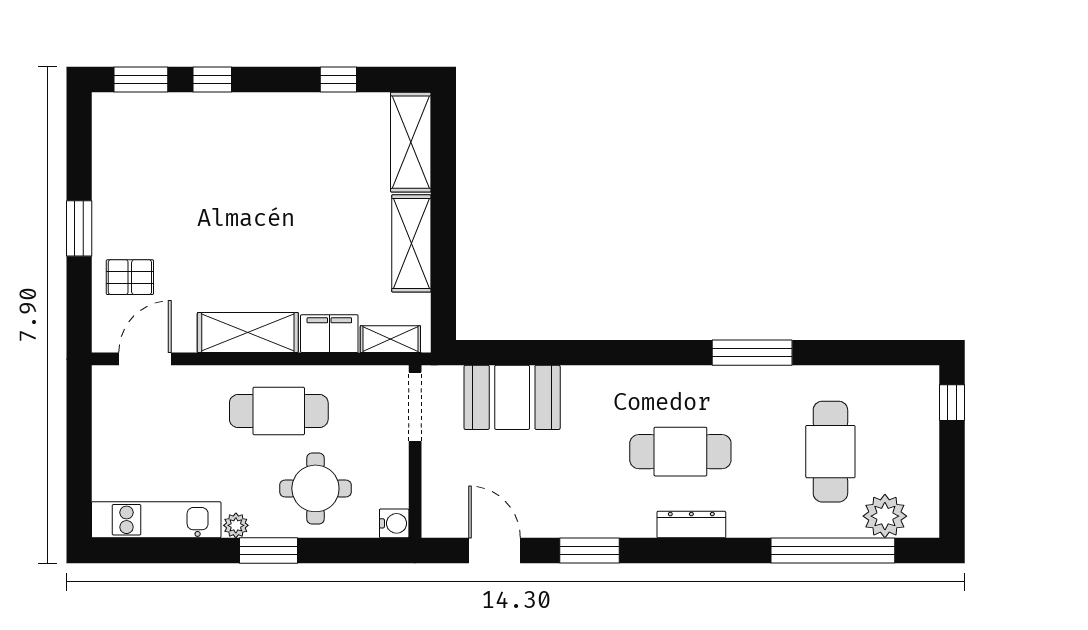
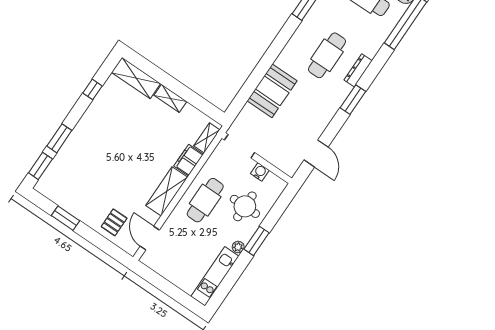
window: (212, 79) -> (59, 138), width x1.50
window: (79, 228) -> (66, 218), moved
shelving: (411, 243) -> (170, 98), width x0.67, depth x0.75
booth: (512, 397) -> (272, 91), moved
water cooler: (394, 523) -> (260, 172), moved
door: (494, 551) -> (316, 153), swing flipped
window: (590, 551) -> (353, 100), moved

